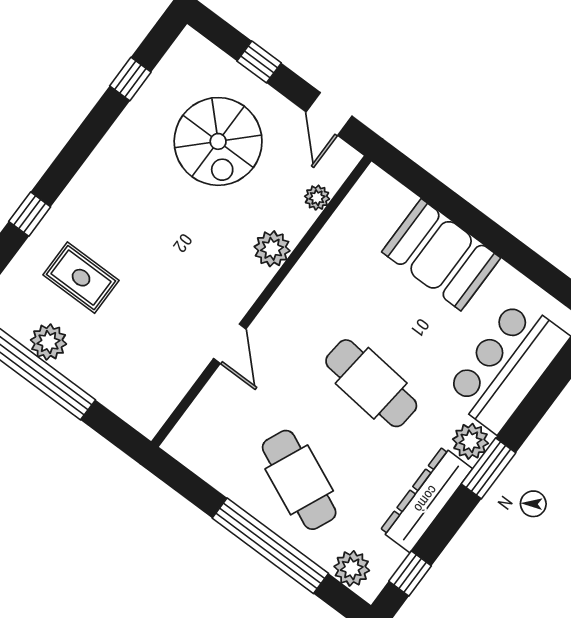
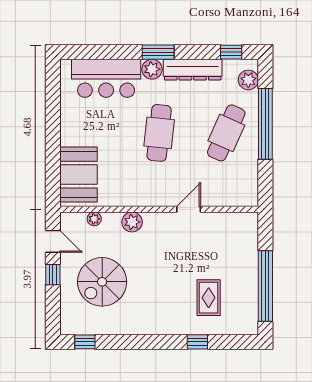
window: (259, 62) -> (53, 275), moved
window: (130, 79) -> (85, 342), moved
door: (329, 114) -> (53, 241), hinge flipped
spiral stairs: (218, 141) -> (102, 282), turned 180
booth: (441, 255) -> (78, 175), moved
plant: (49, 342) -> (248, 291), removed

